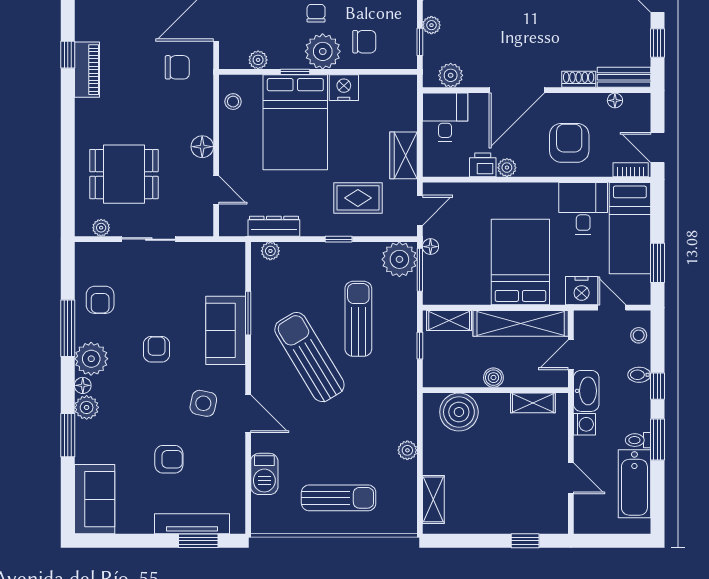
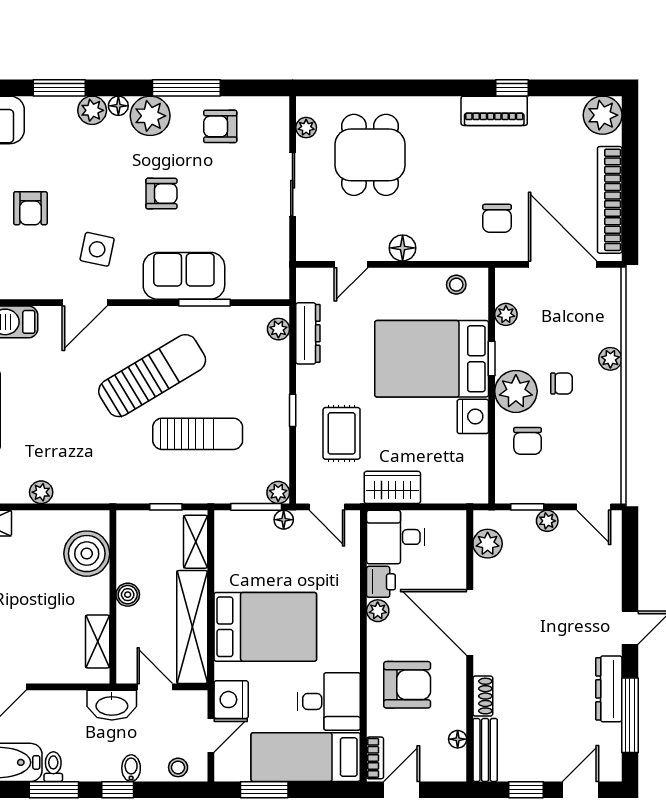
desk: (445, 117) -> (396, 537), moved, turned 180
plant: (399, 259) -> (278, 492), width x0.53, depth x0.53
washing machine: (585, 424) -> (72, 703), removed

